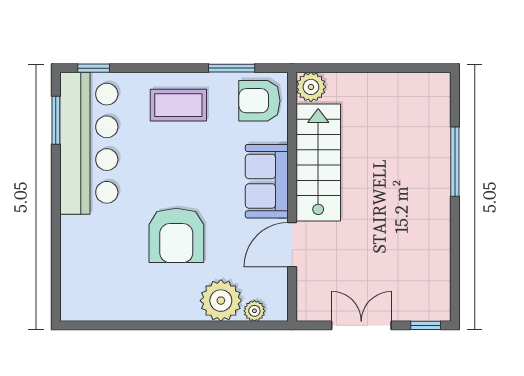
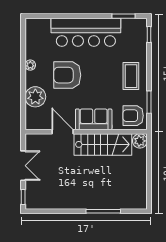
armchair: (259, 101) -> (133, 116), turned -90
bar counter: (89, 143) -> (86, 32), moved
plant: (254, 311) -> (30, 65), moved

